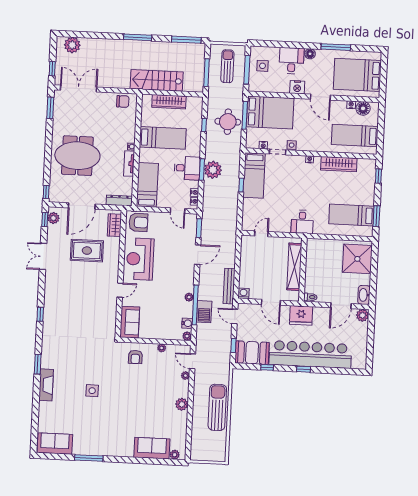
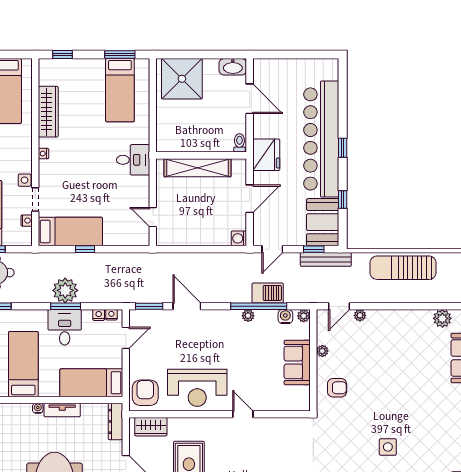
bench: (229, 286) -> (326, 259), moved
plant: (363, 315) -> (262, 67), removed
sofa: (130, 322) -> (297, 362), moved, turned -90
plant: (182, 404) -> (442, 318), moved

